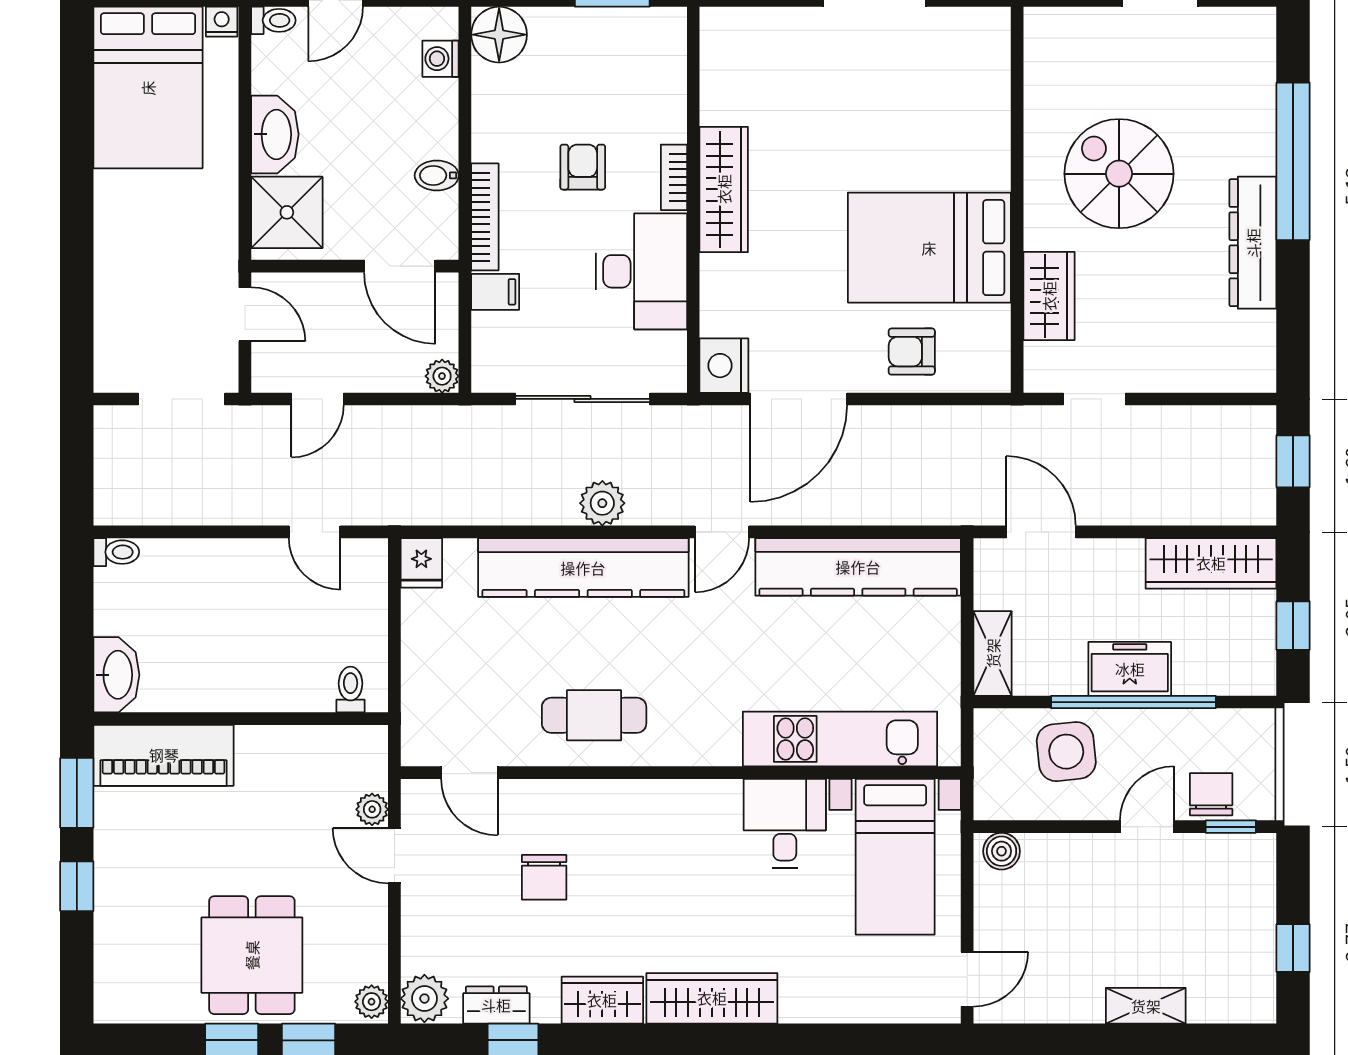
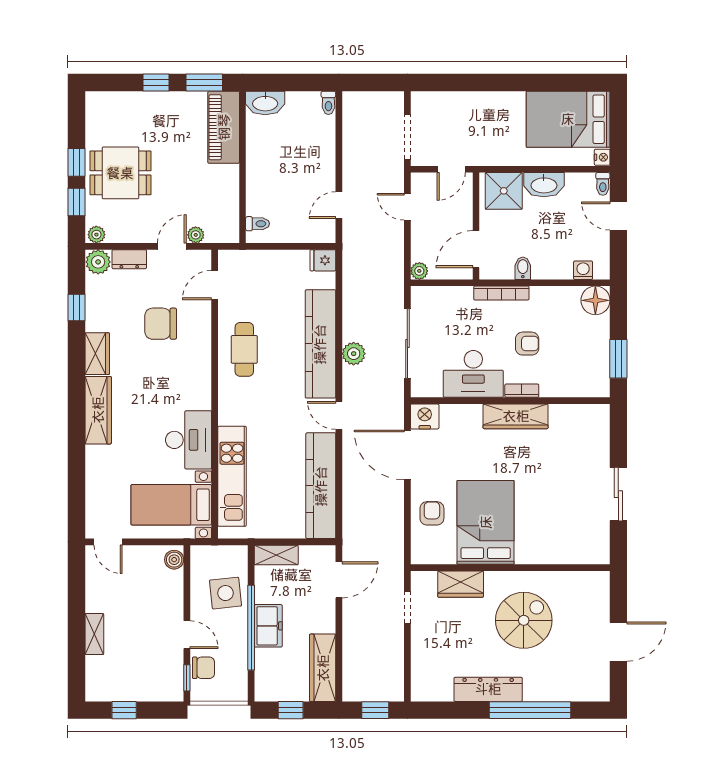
filing cabinet: (495, 292) -> (463, 298), removed
desk: (785, 823) -> (189, 440), width x1.37
chair: (544, 877) -> (161, 324), width x1.37, depth x1.37
dresser: (496, 1005) -> (129, 259), moved, turned 90

